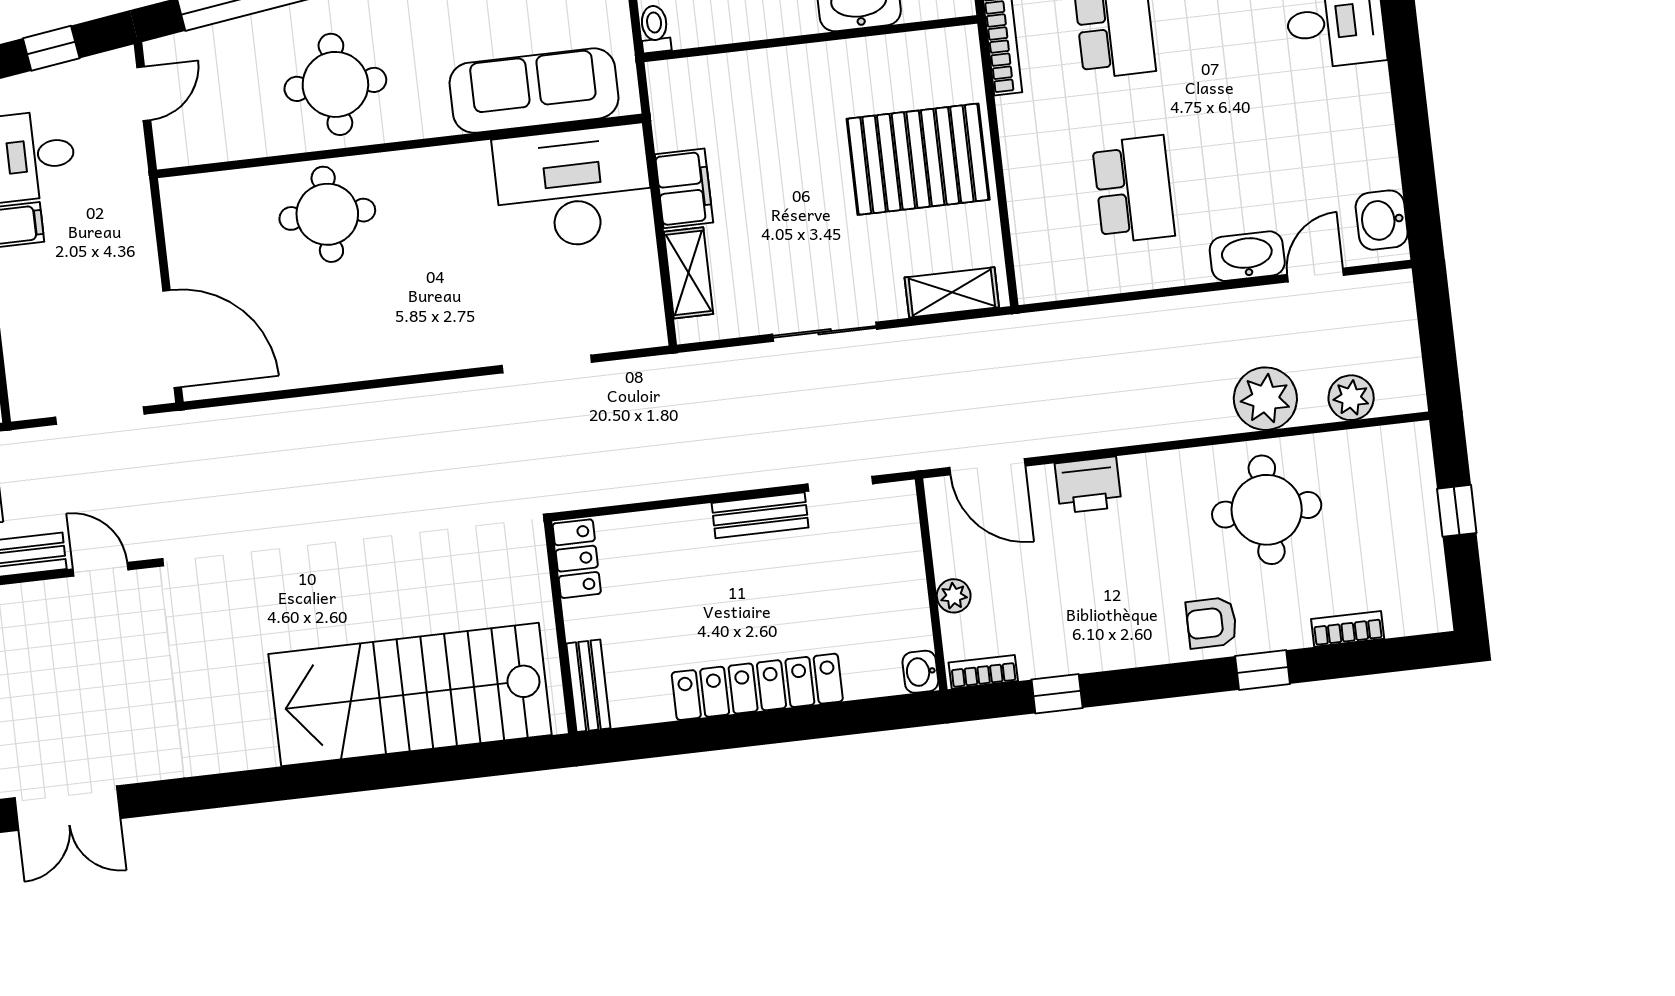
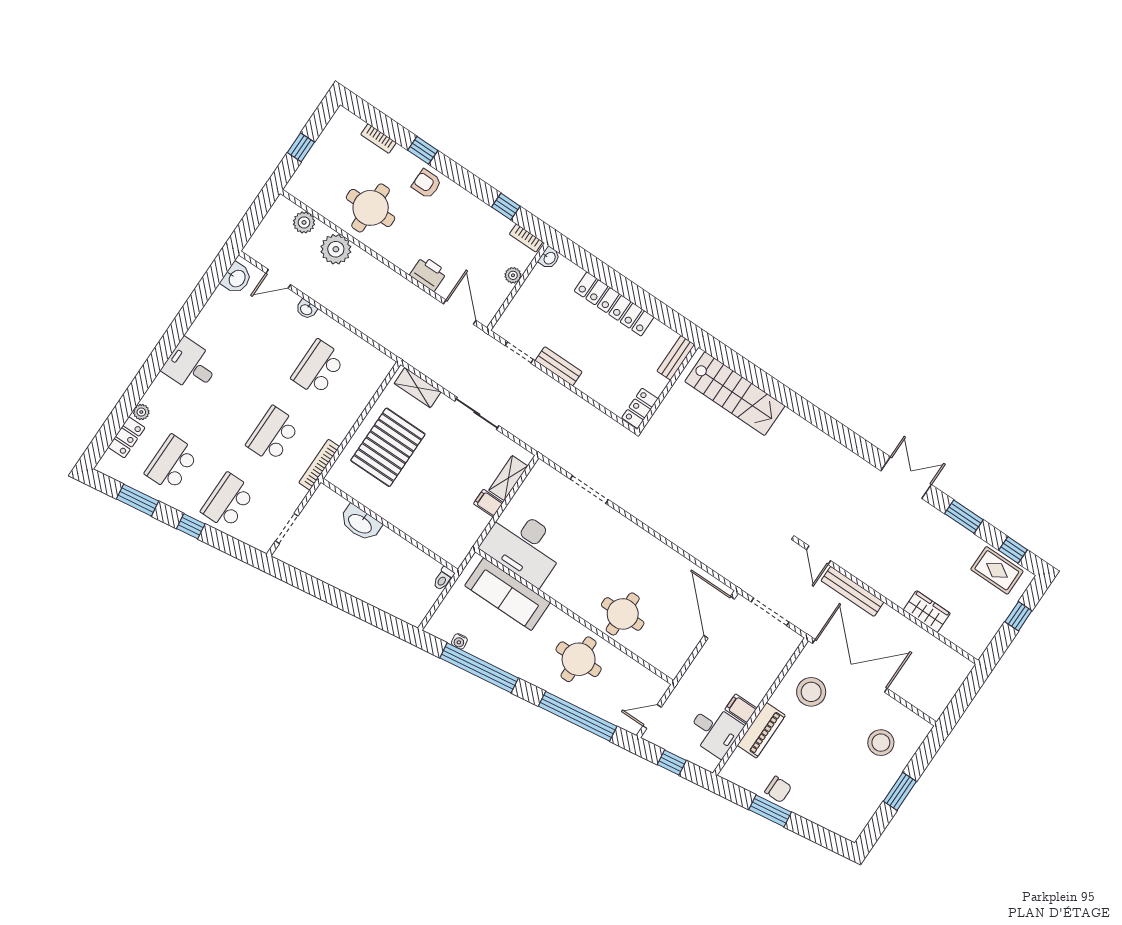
pallet: (918, 159) -> (388, 447), turned 90
filing cabinet: (684, 188) -> (488, 503), width x0.50
washbasin: (1247, 256) -> (306, 309), width x0.52, depth x0.69
armchair: (1211, 623) -> (427, 184), turned 180
stairs: (410, 694) -> (735, 394), width x0.73, depth x0.66

